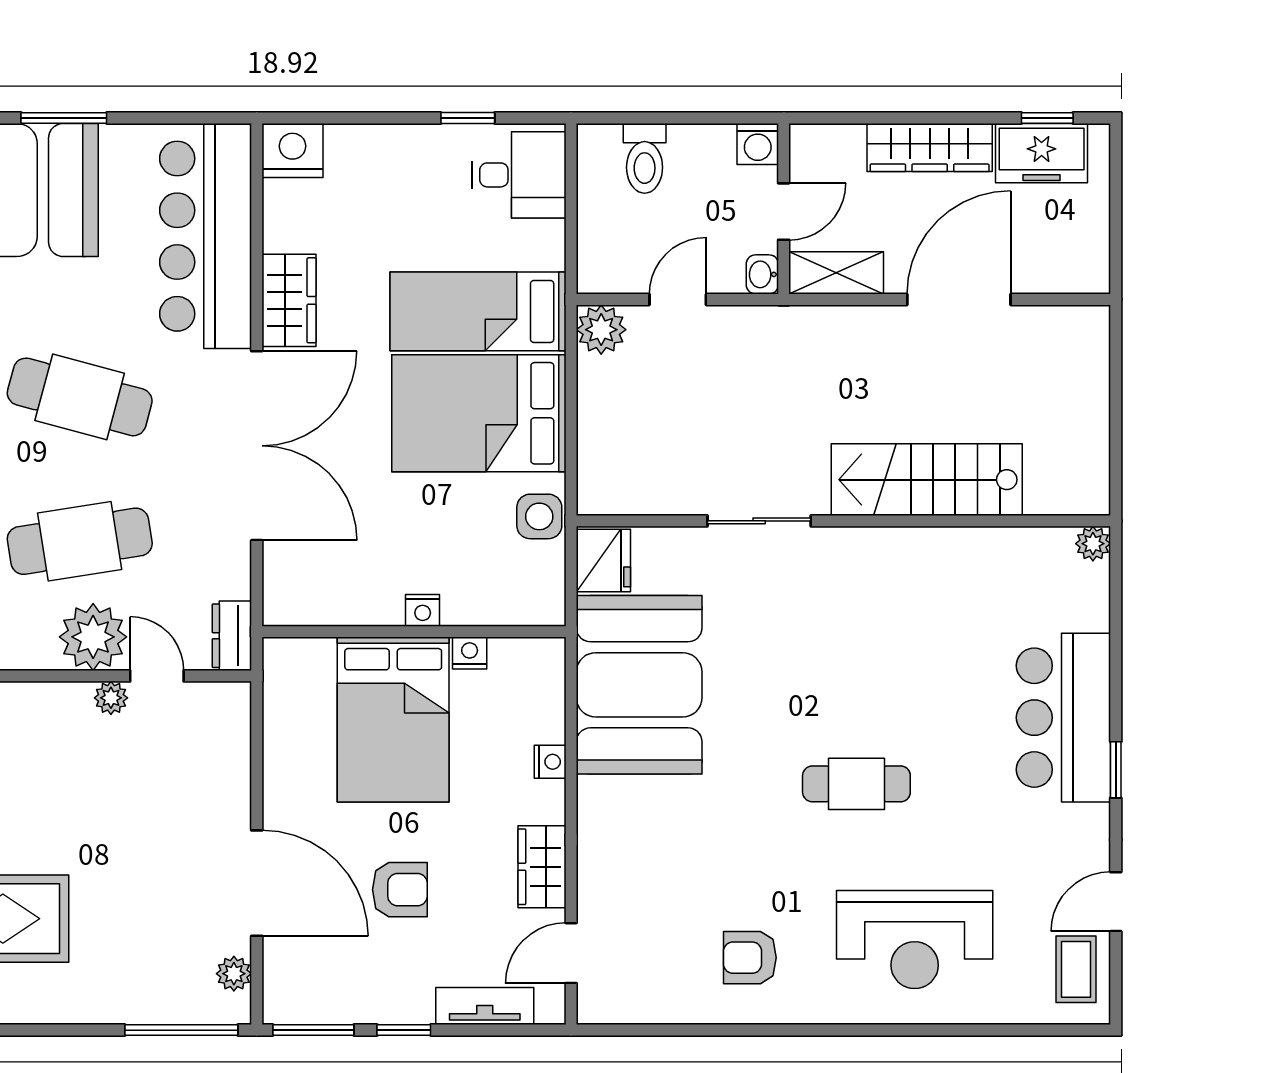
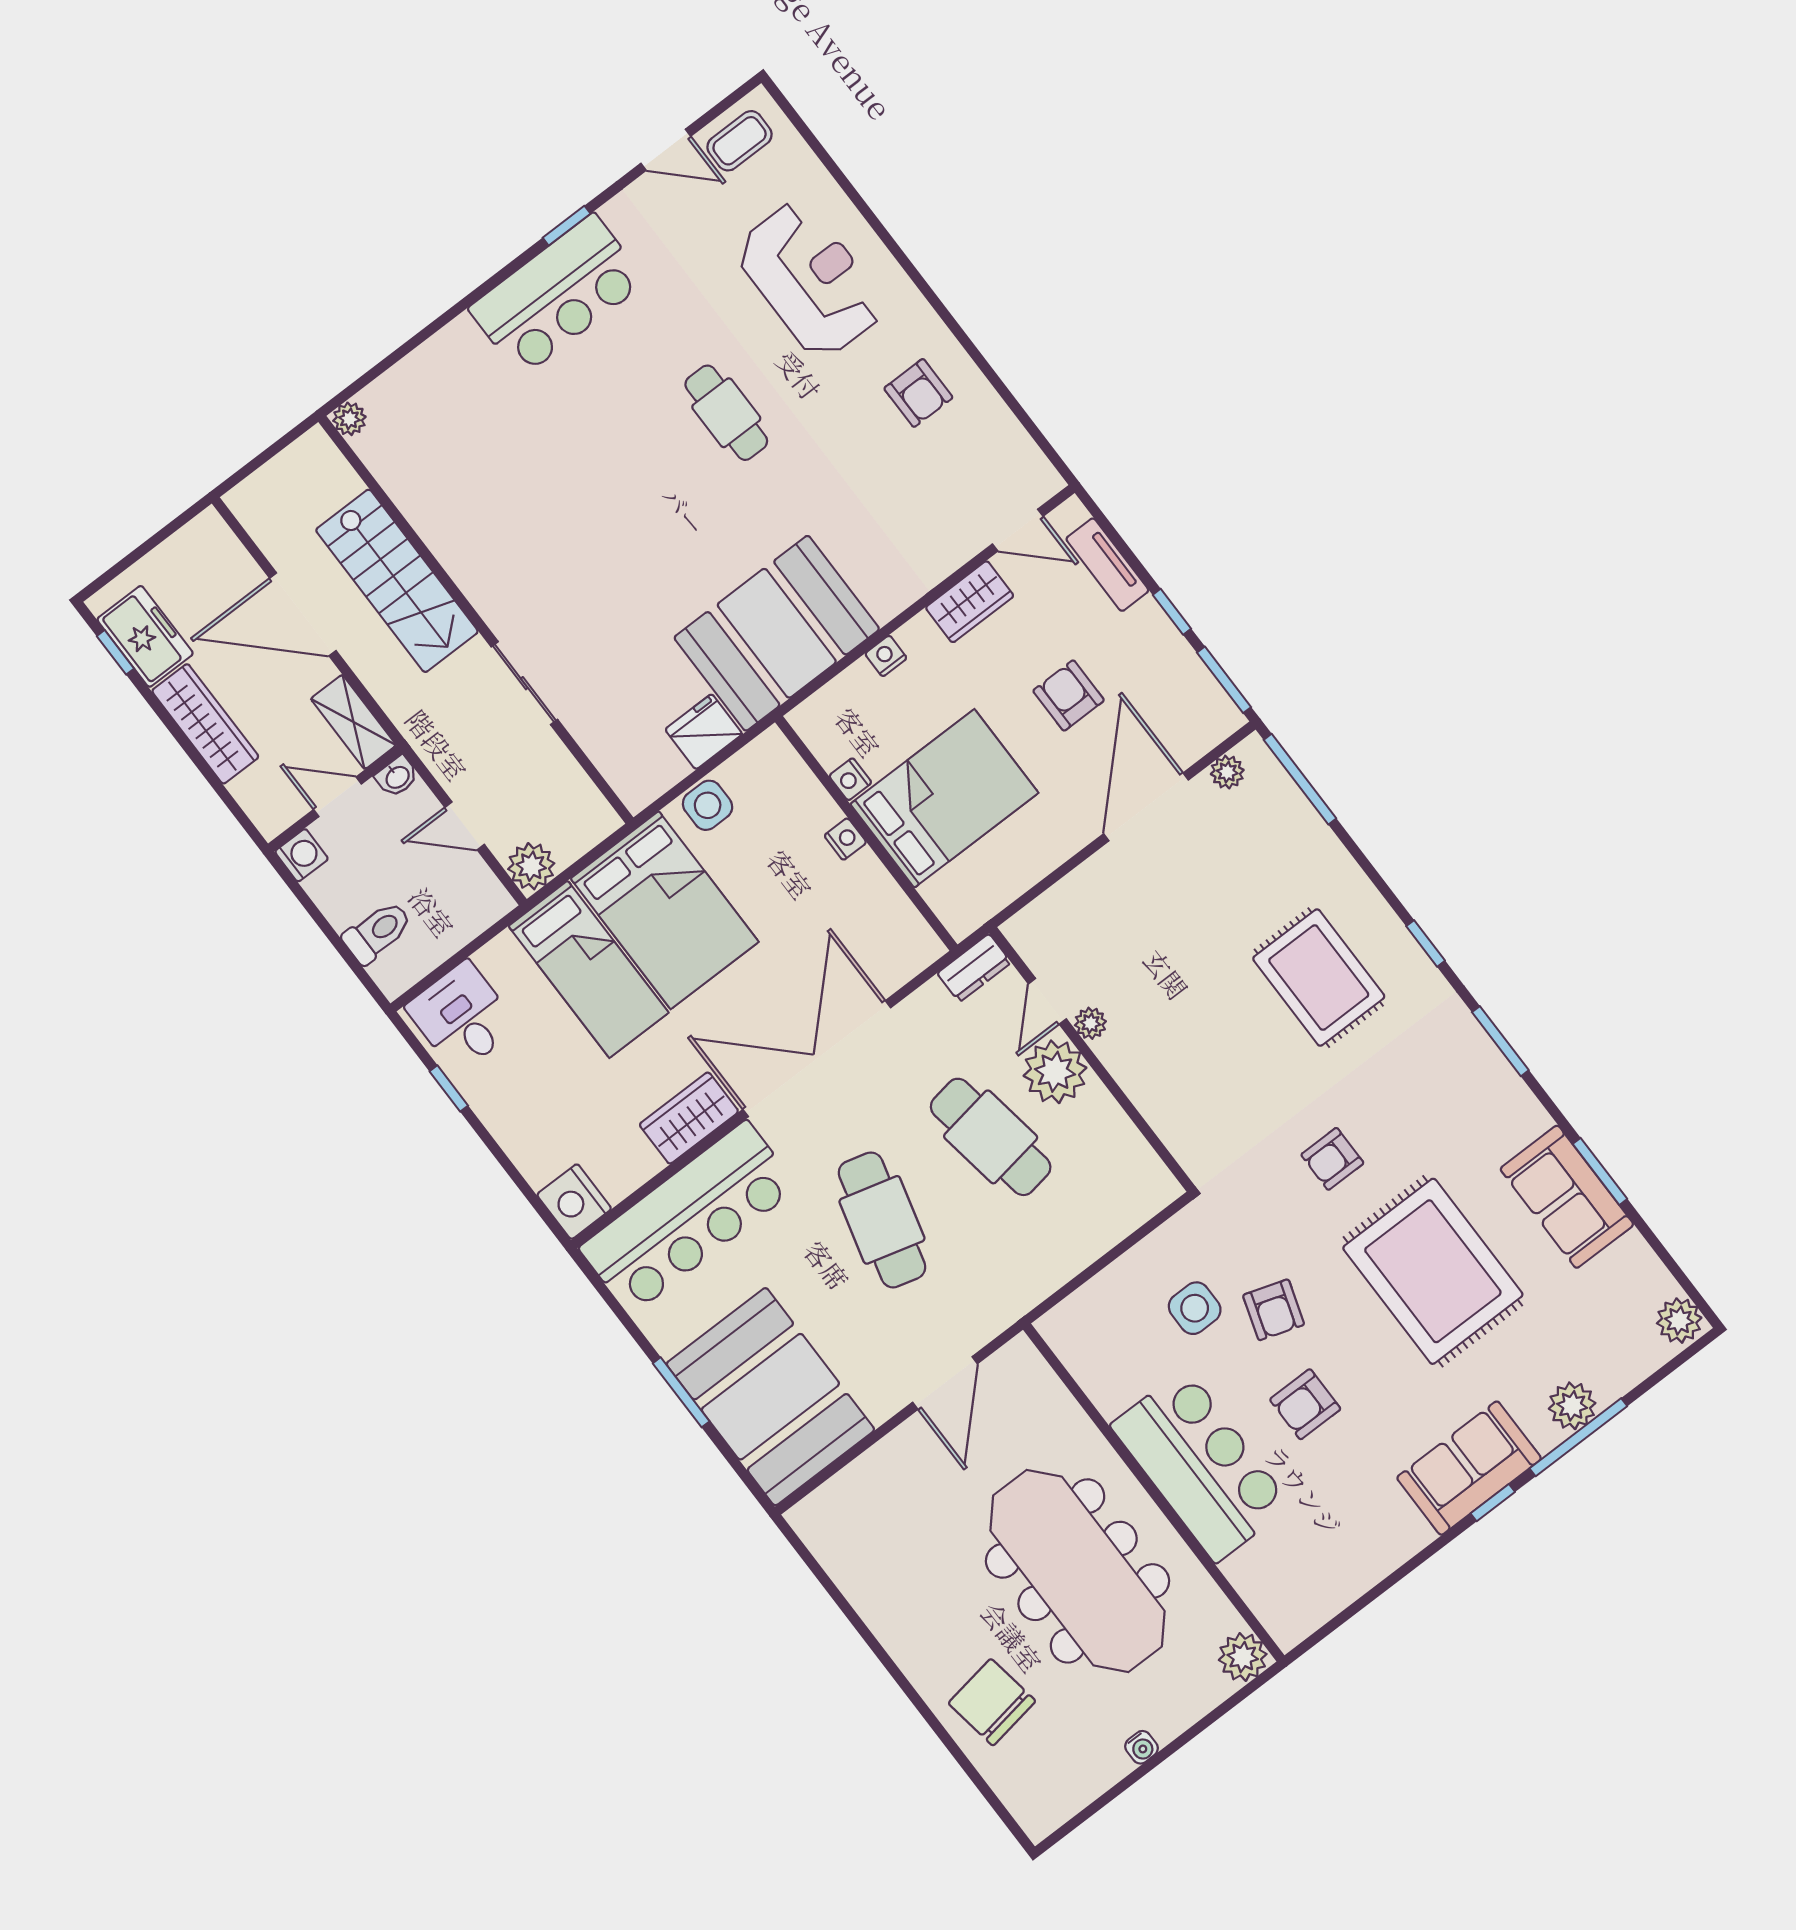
stairs: (927, 480) -> (397, 581), moved
sliding door: (759, 521) -> (524, 683), moved
wall: (843, 521) -> (476, 620), moved
plant: (1093, 544) -> (349, 419), moved

